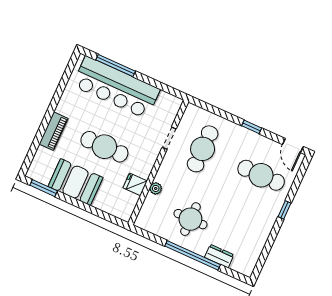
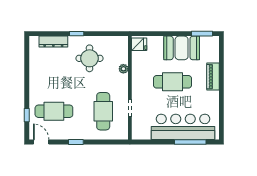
fridge: (135, 184) -> (139, 44), moved
window: (284, 210) -> (27, 115), moved
window: (193, 255) -> (77, 34), width x0.32
dresser: (219, 256) -> (53, 42), width x1.44

